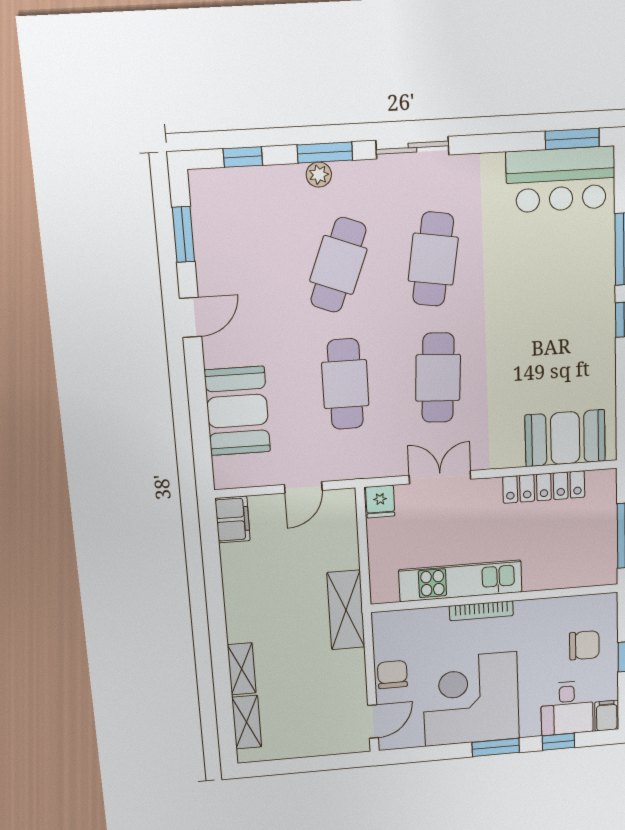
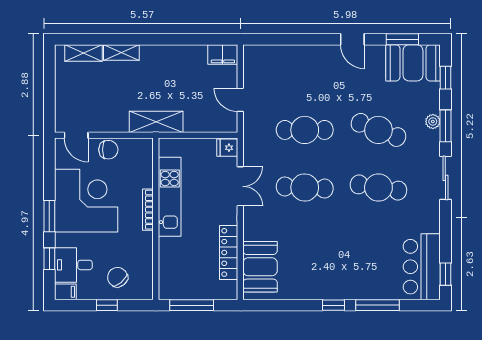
window: (572, 139) -> (445, 274), width x0.67
booth: (237, 411) -> (413, 63), moved
chair: (584, 645) -> (118, 277), turned 140

